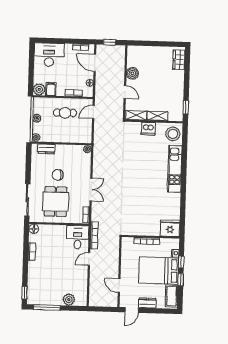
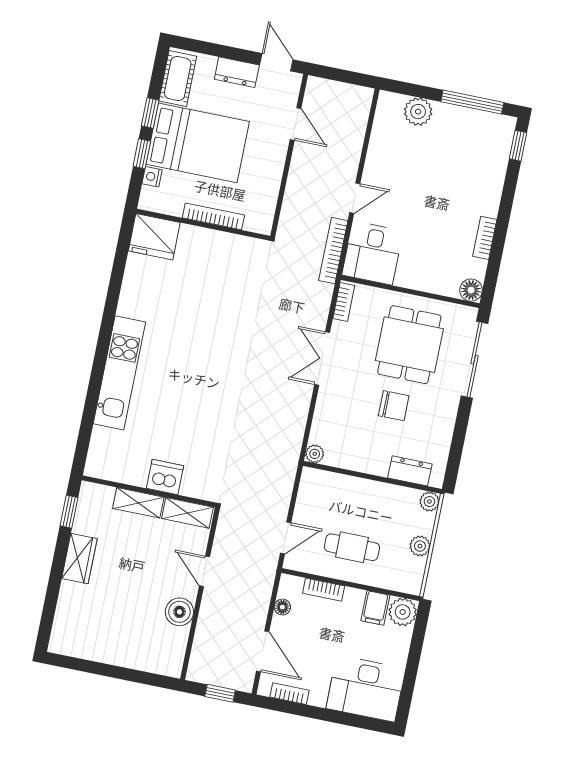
wardrobe: (179, 60) -> (79, 559), moved
stool: (173, 134) -> (110, 455), removed
door: (132, 310) -> (276, 62), hinge flipped

